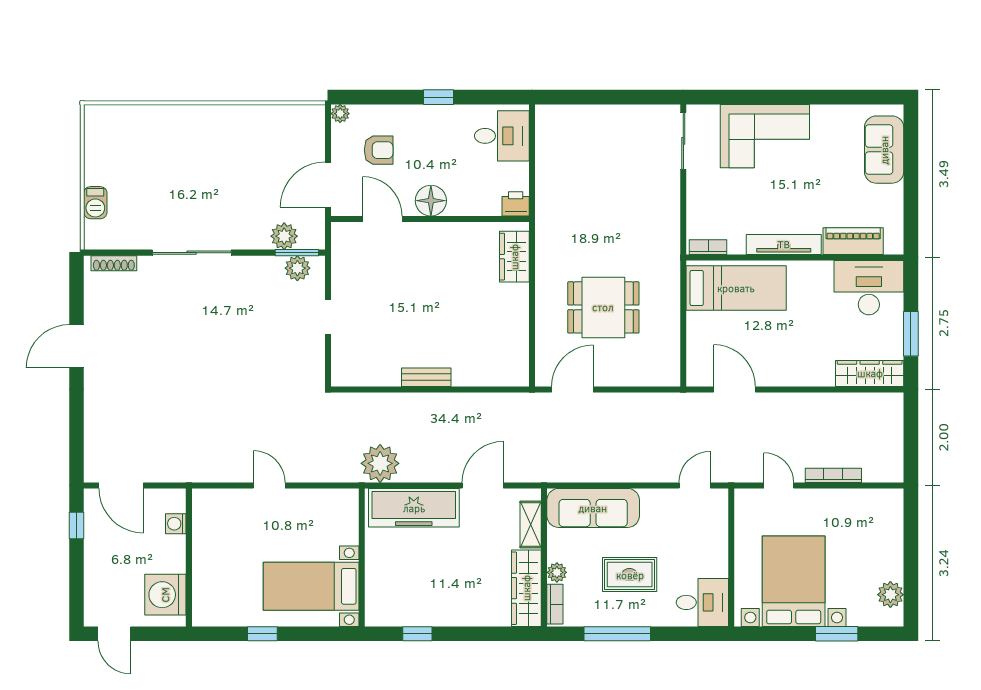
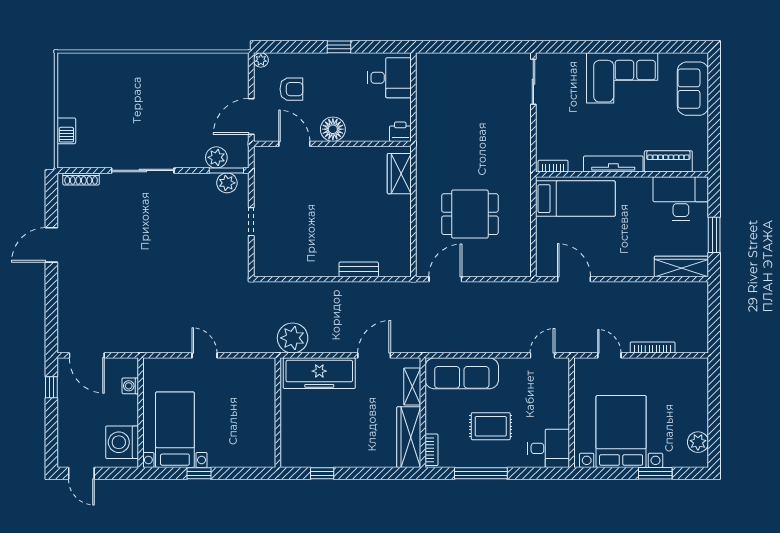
corner sofa: (765, 136) -> (622, 78), moved
bench: (426, 377) -> (359, 269), moved
plant: (557, 572) -> (433, 425), removed
bed with nightstands: (311, 586) -> (175, 430), moved, turned 90

